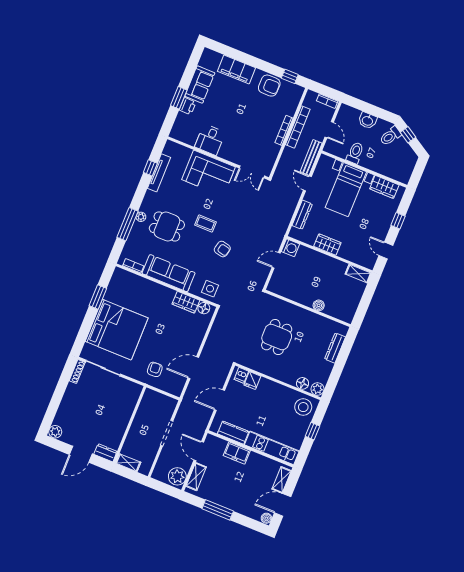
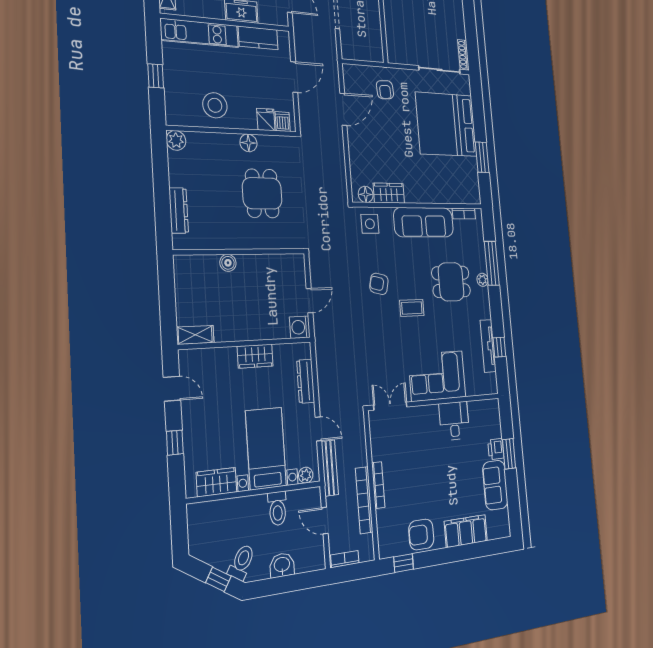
plant: (329, 162) -> (306, 475), added
floor lamp: (303, 383) -> (248, 143), moved
stool: (303, 407) -> (215, 105), moved

